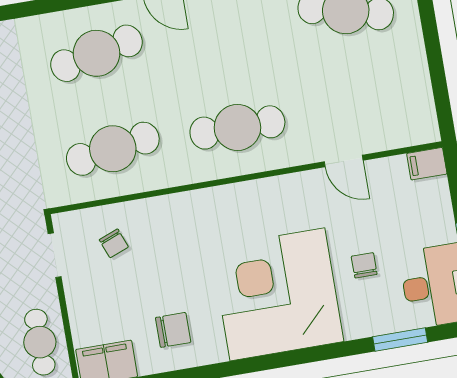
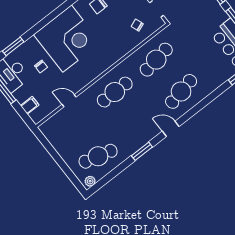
filing cabinet: (427, 164) -> (30, 105), moved

